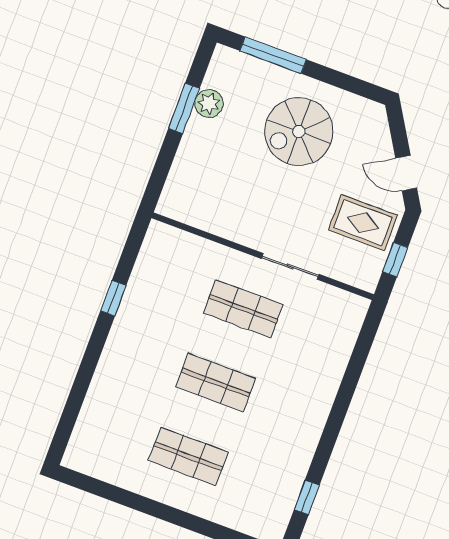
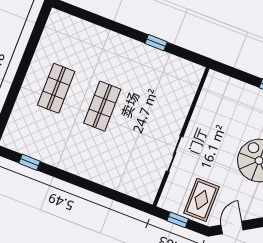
shop shelf: (243, 309) -> (148, 124), removed

